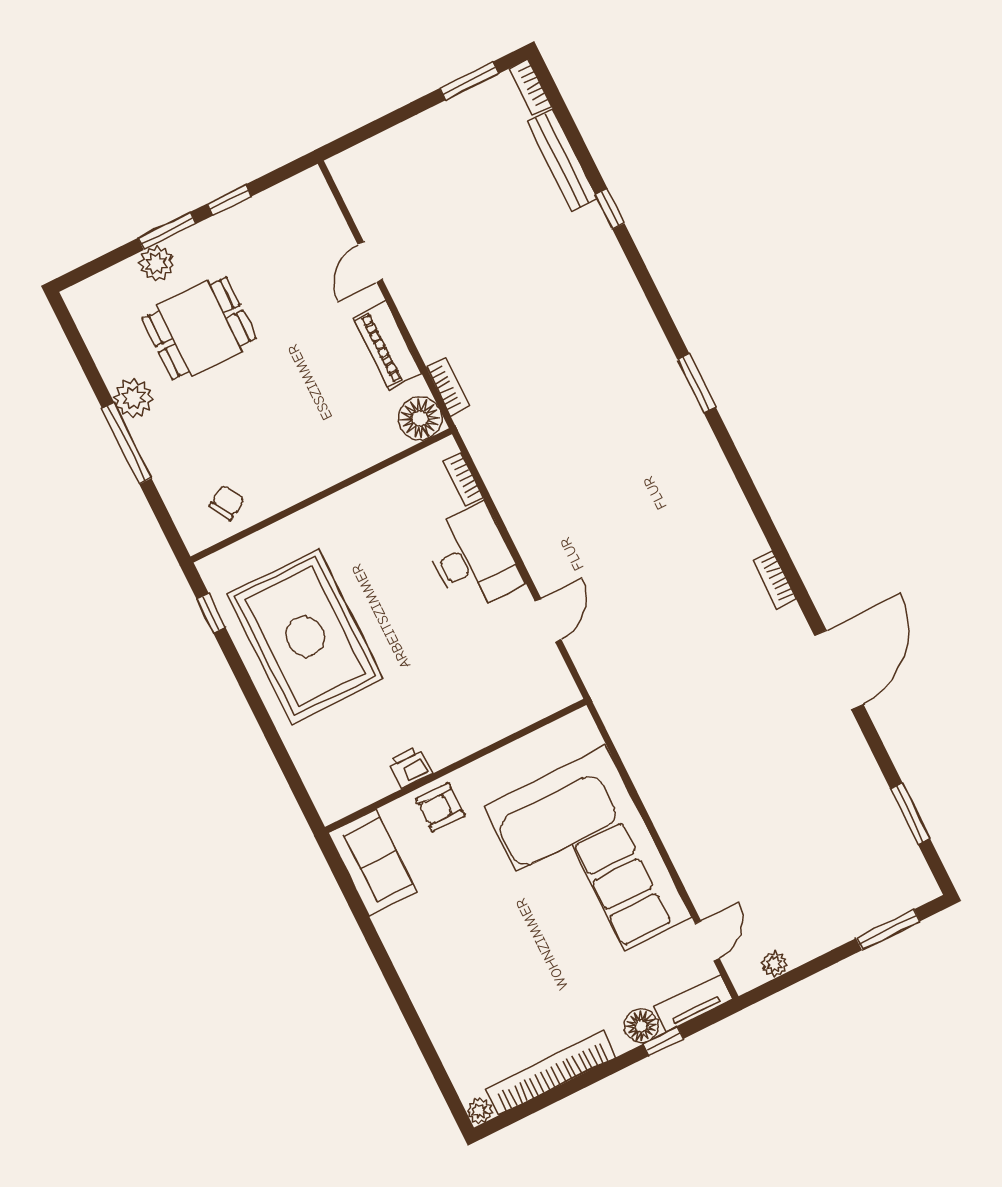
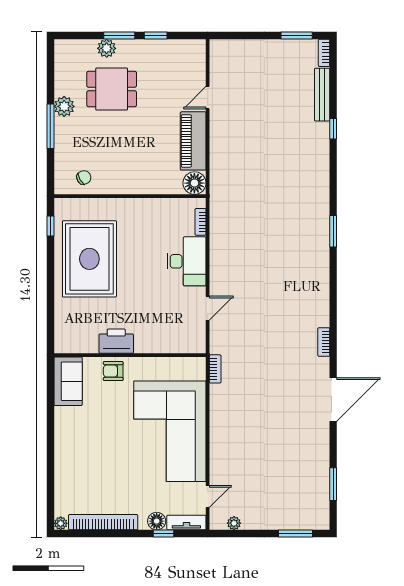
piano: (388, 345) -> (193, 141), width x1.37, depth x1.33
bookcase: (448, 386) -> (215, 369), moved
printer: (410, 767) -> (116, 341), width x1.87, depth x1.48

